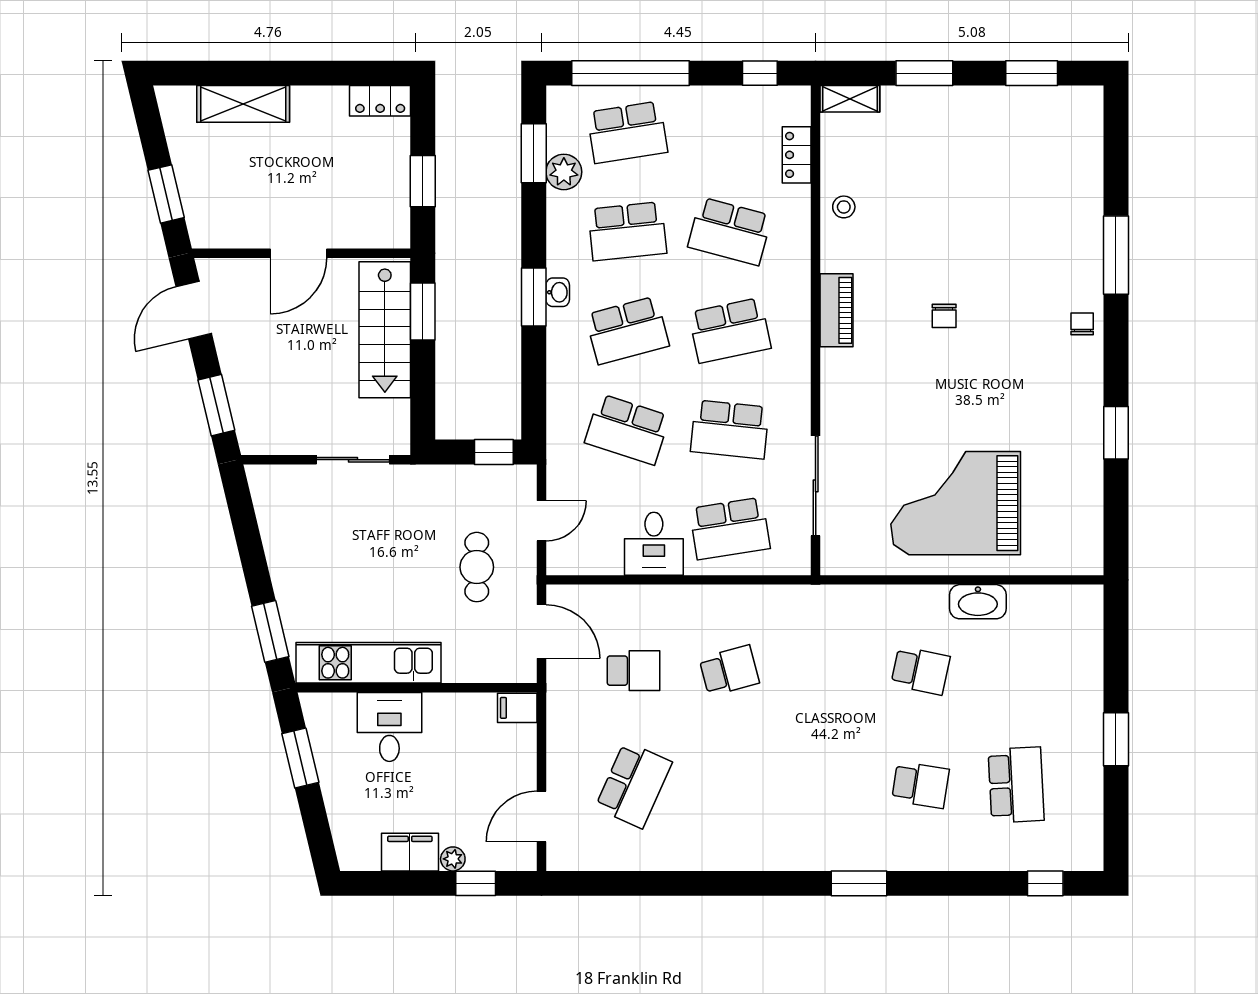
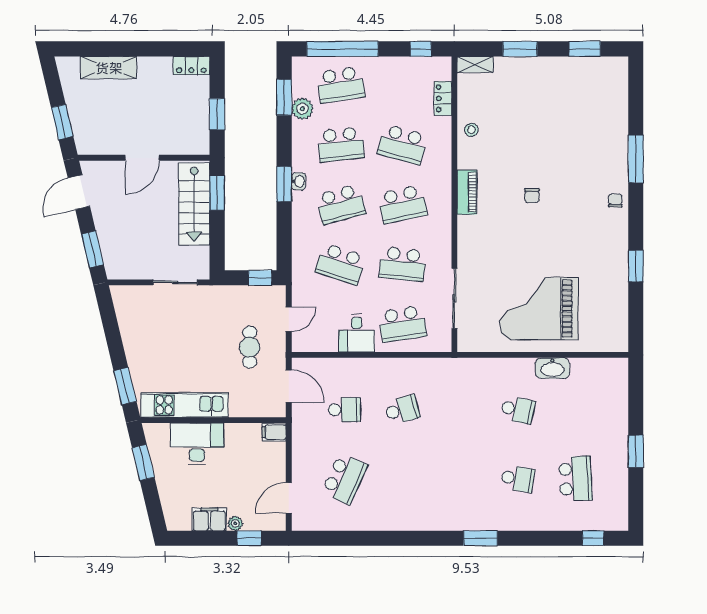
desk: (389, 727) -> (197, 444), width x1.37

